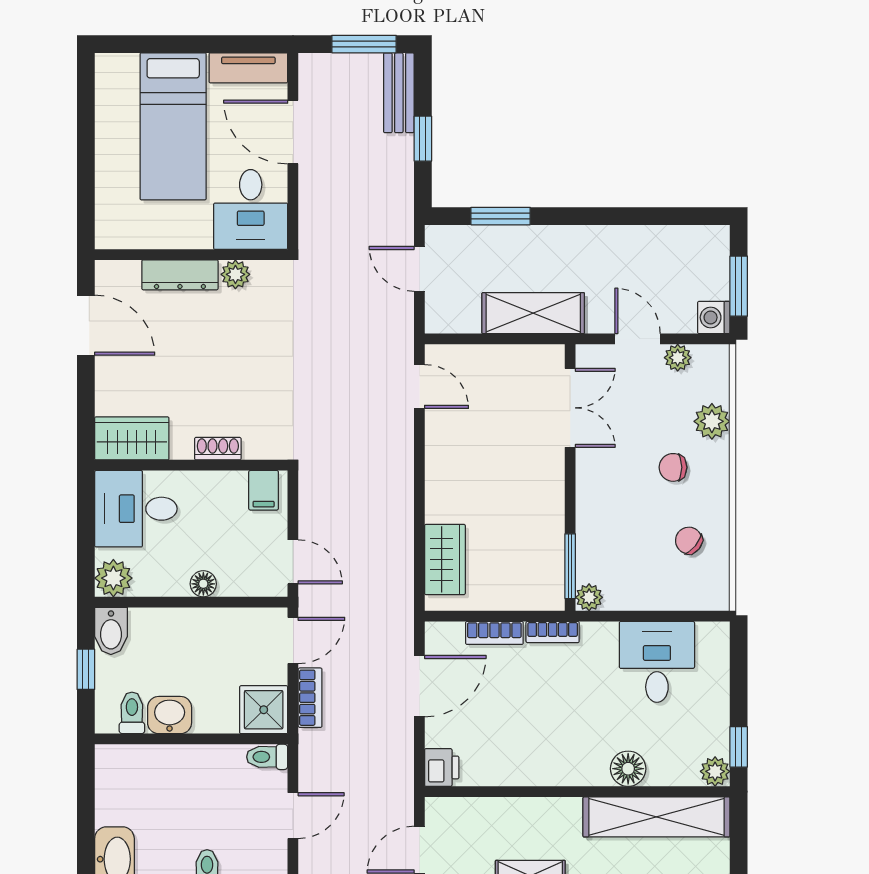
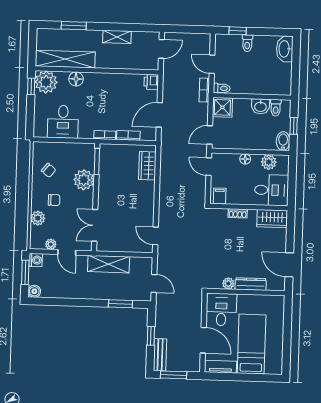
boiler: (715, 240) -> (34, 291), added
plant: (113, 578) -> (269, 162), moved
plant: (589, 597) -> (84, 180), moved, width x1.88, depth x1.88
bookcase: (310, 698) -> (204, 90), moved
plant: (715, 771) -> (46, 82), width x1.88, depth x1.88
door: (293, 816) -> (212, 64), hinge flipped

